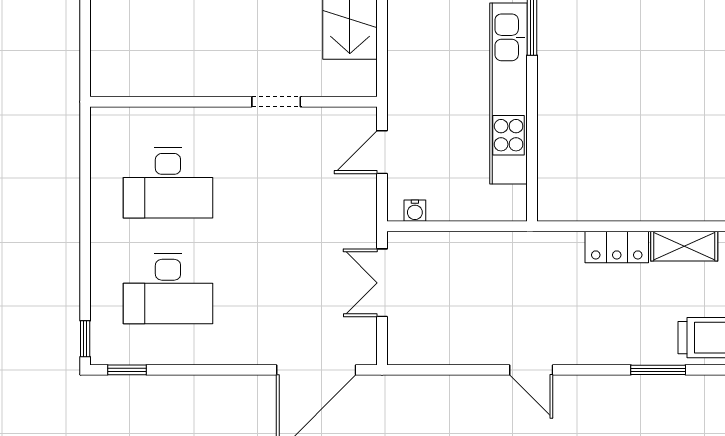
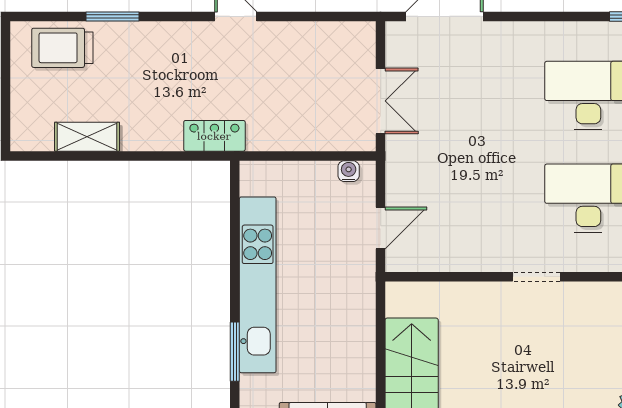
doorway: (276, 102) -> (536, 277), moved
locker: (617, 247) -> (214, 136), moved

